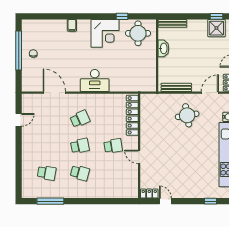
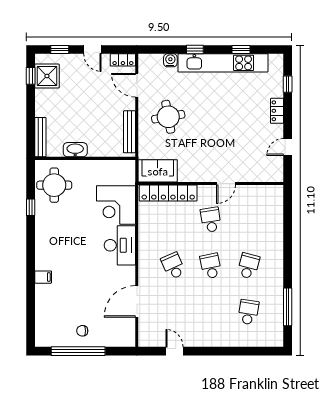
corner desk: (105, 33) -> (116, 205), moved, turned 180
sofa: (148, 108) -> (158, 171), added
locker: (149, 194) -> (277, 111), moved

